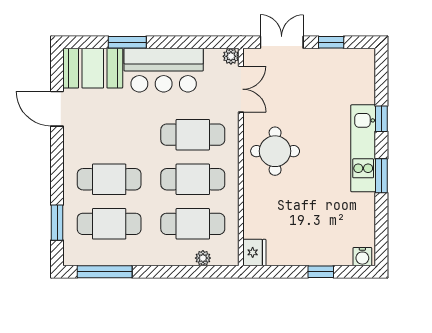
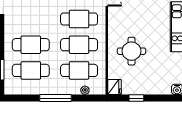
round table: (275, 151) -> (131, 51), moved
window: (105, 272) -> (56, 98), moved
window: (321, 272) -> (136, 98), moved

